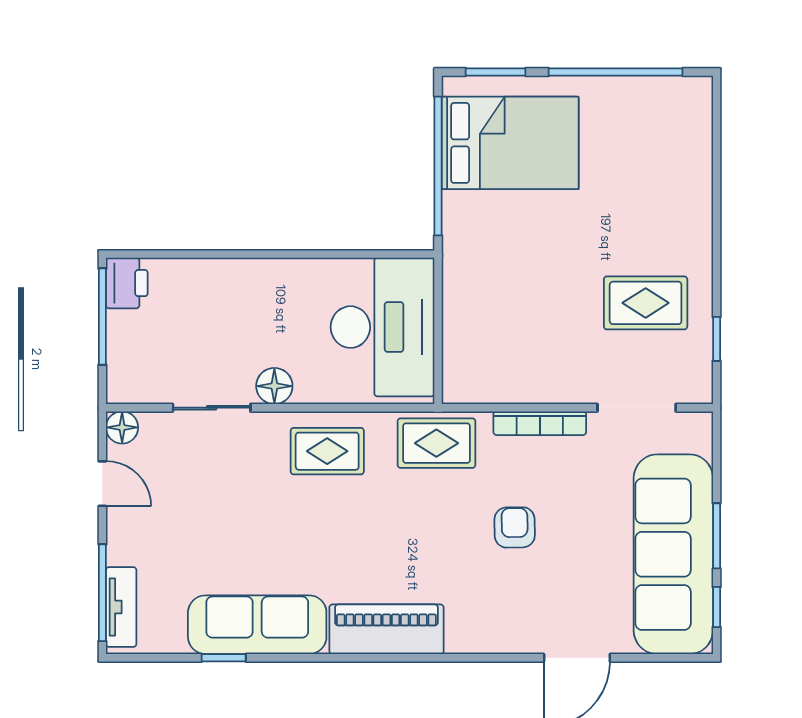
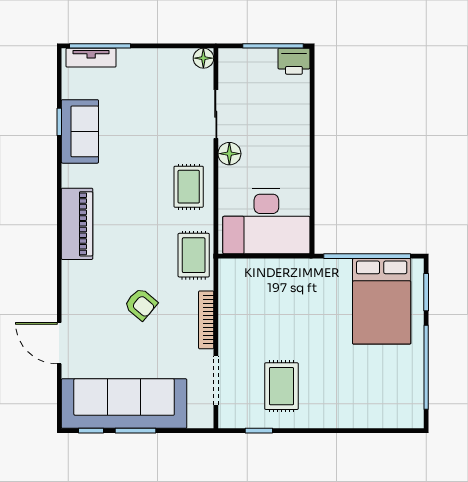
door: (102, 484) -> (168, 46), removed
armchair: (515, 527) -> (141, 304), turned 41
sofa: (257, 625) -> (80, 131), width x0.73

